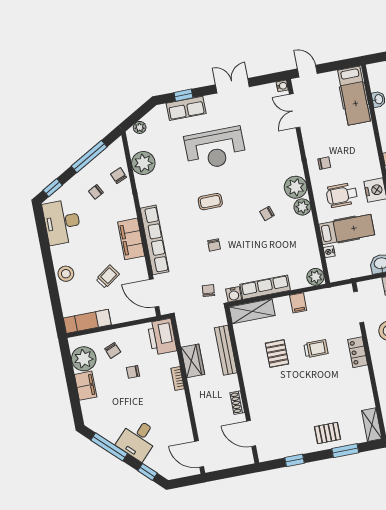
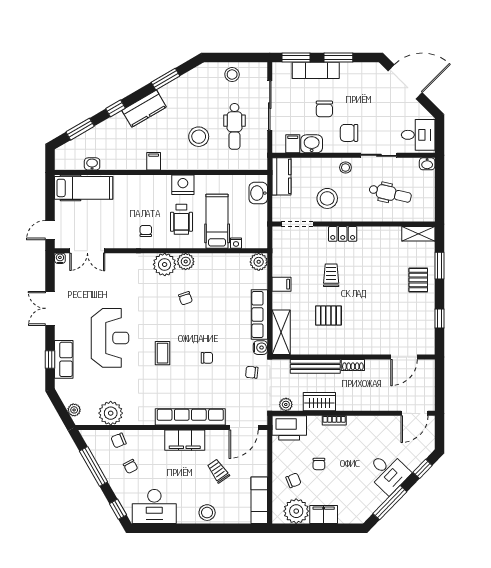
plant: (184, 329) -> (286, 404), added
shoe rack: (237, 403) -> (353, 365), moved

